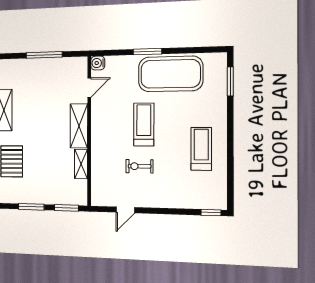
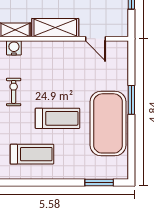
water cooler: (98, 63) -> (14, 48), moved
treadmill: (144, 125) -> (57, 118), moved

